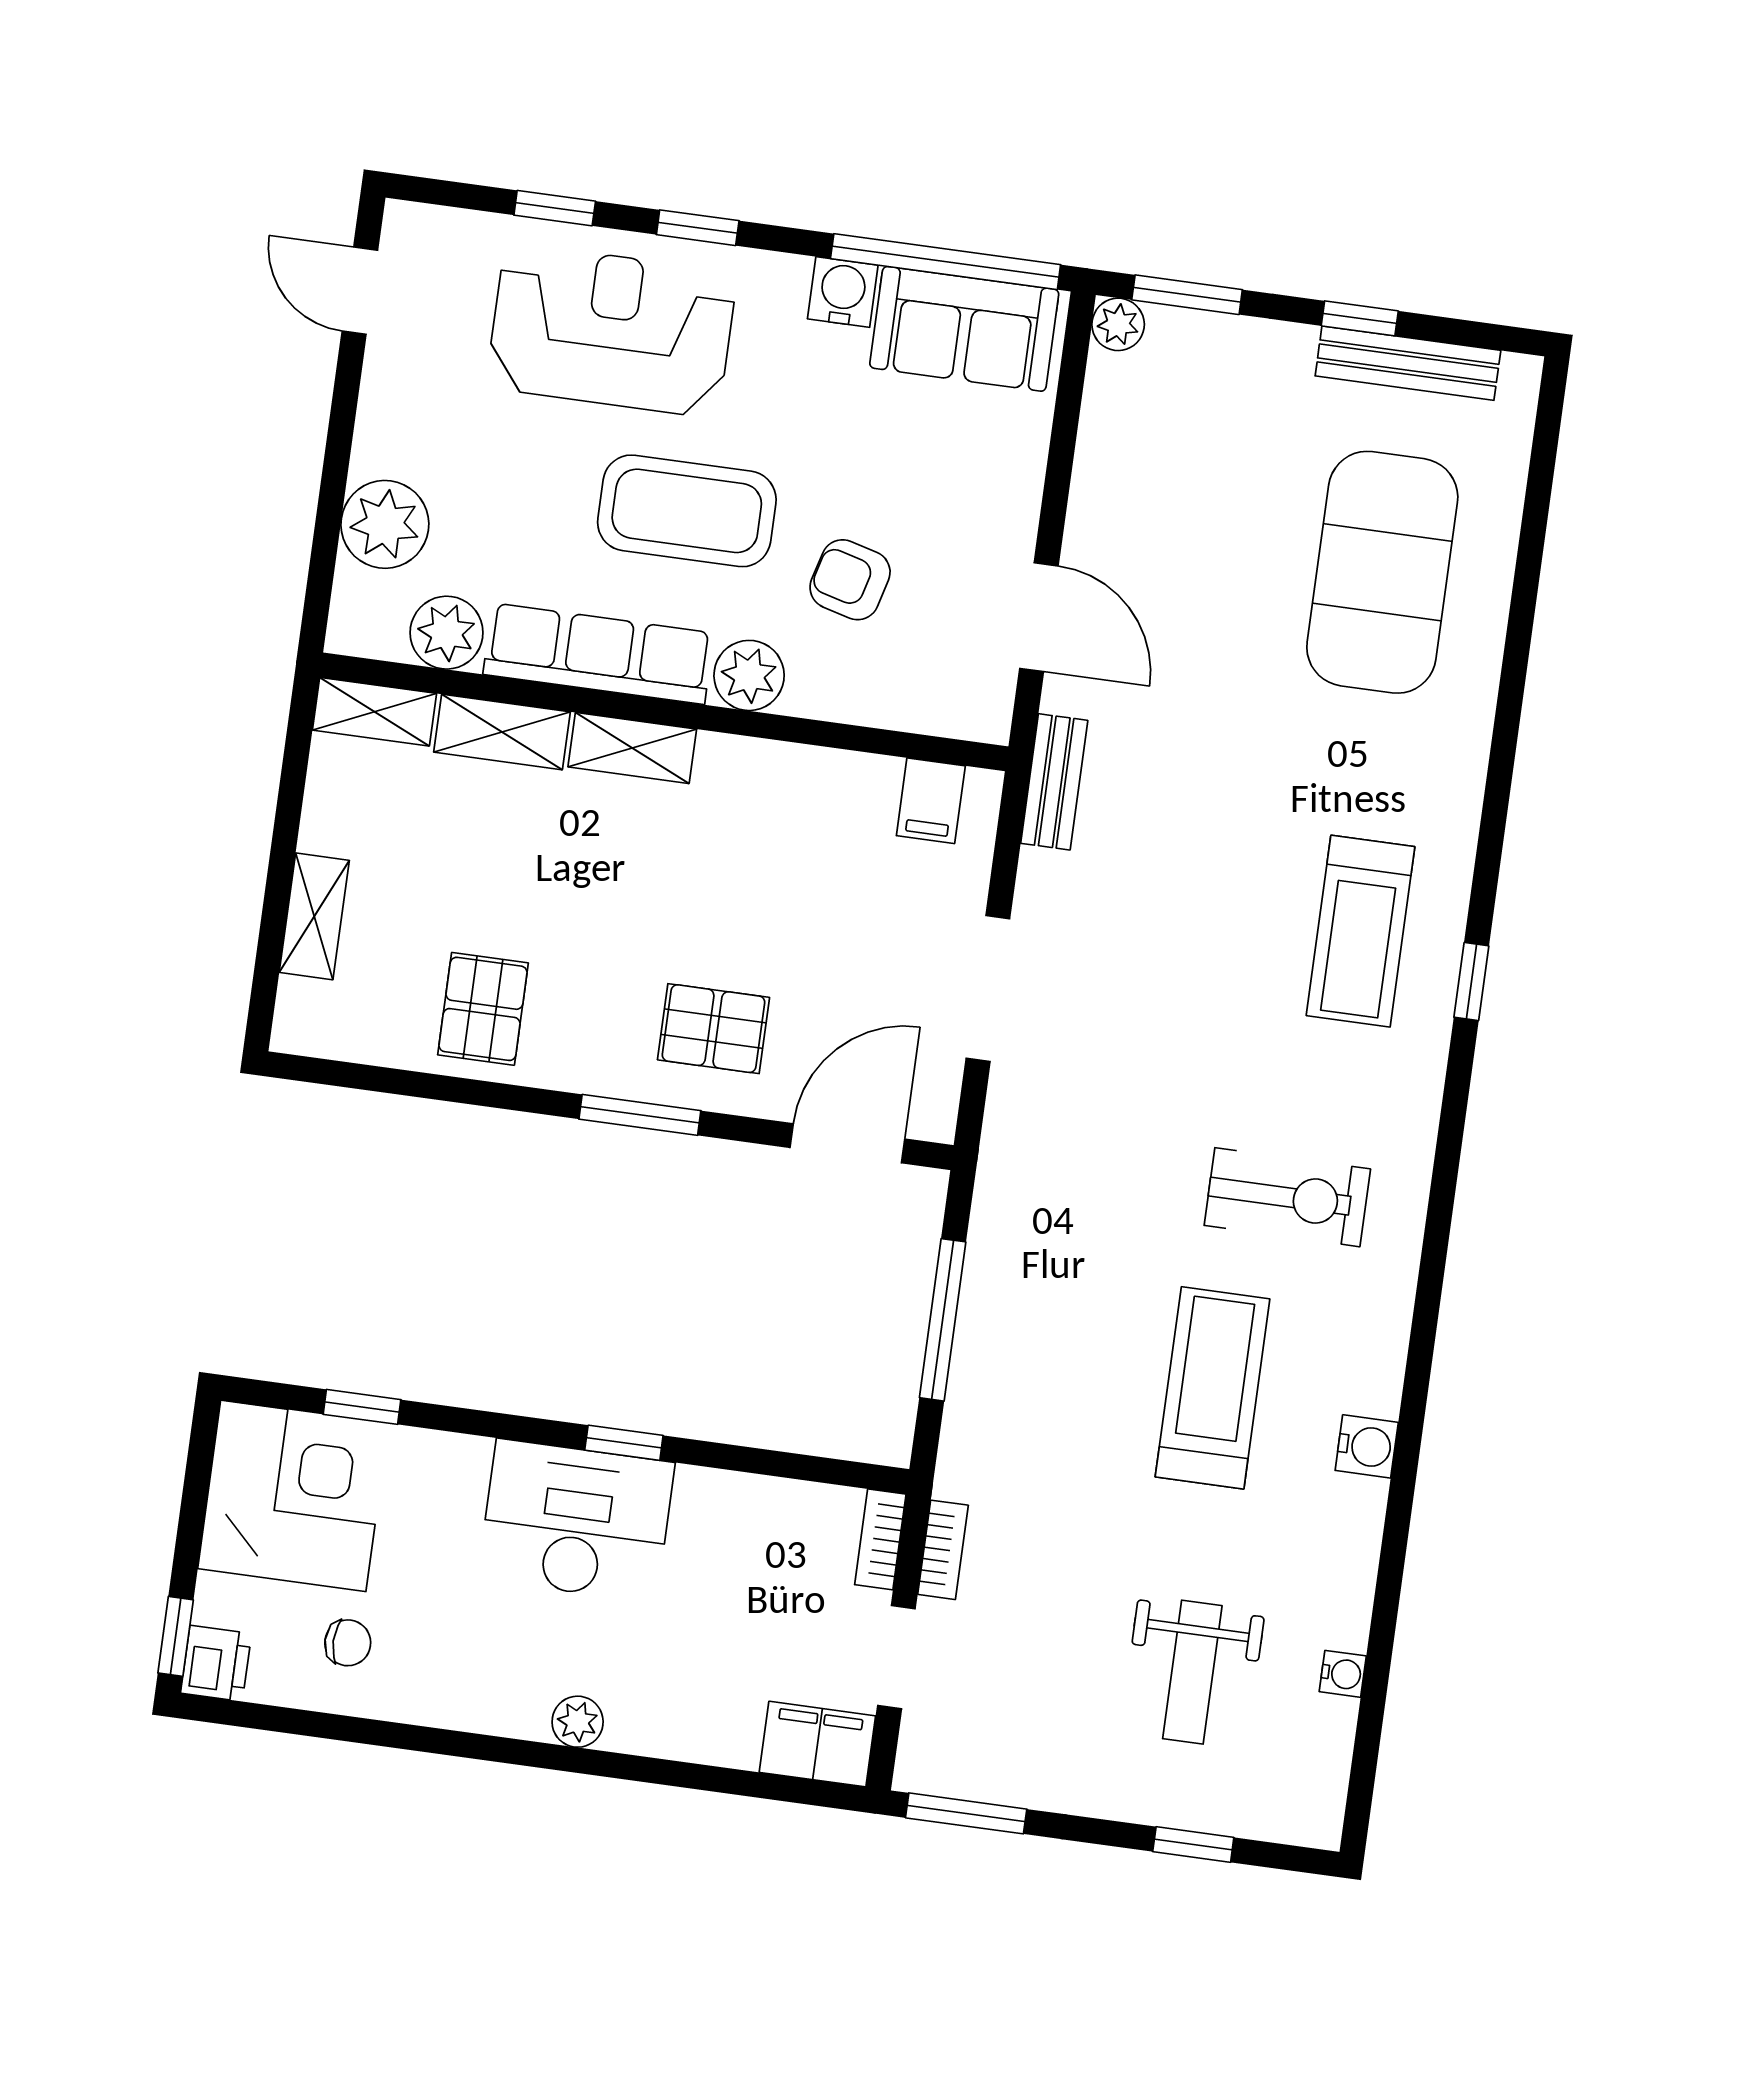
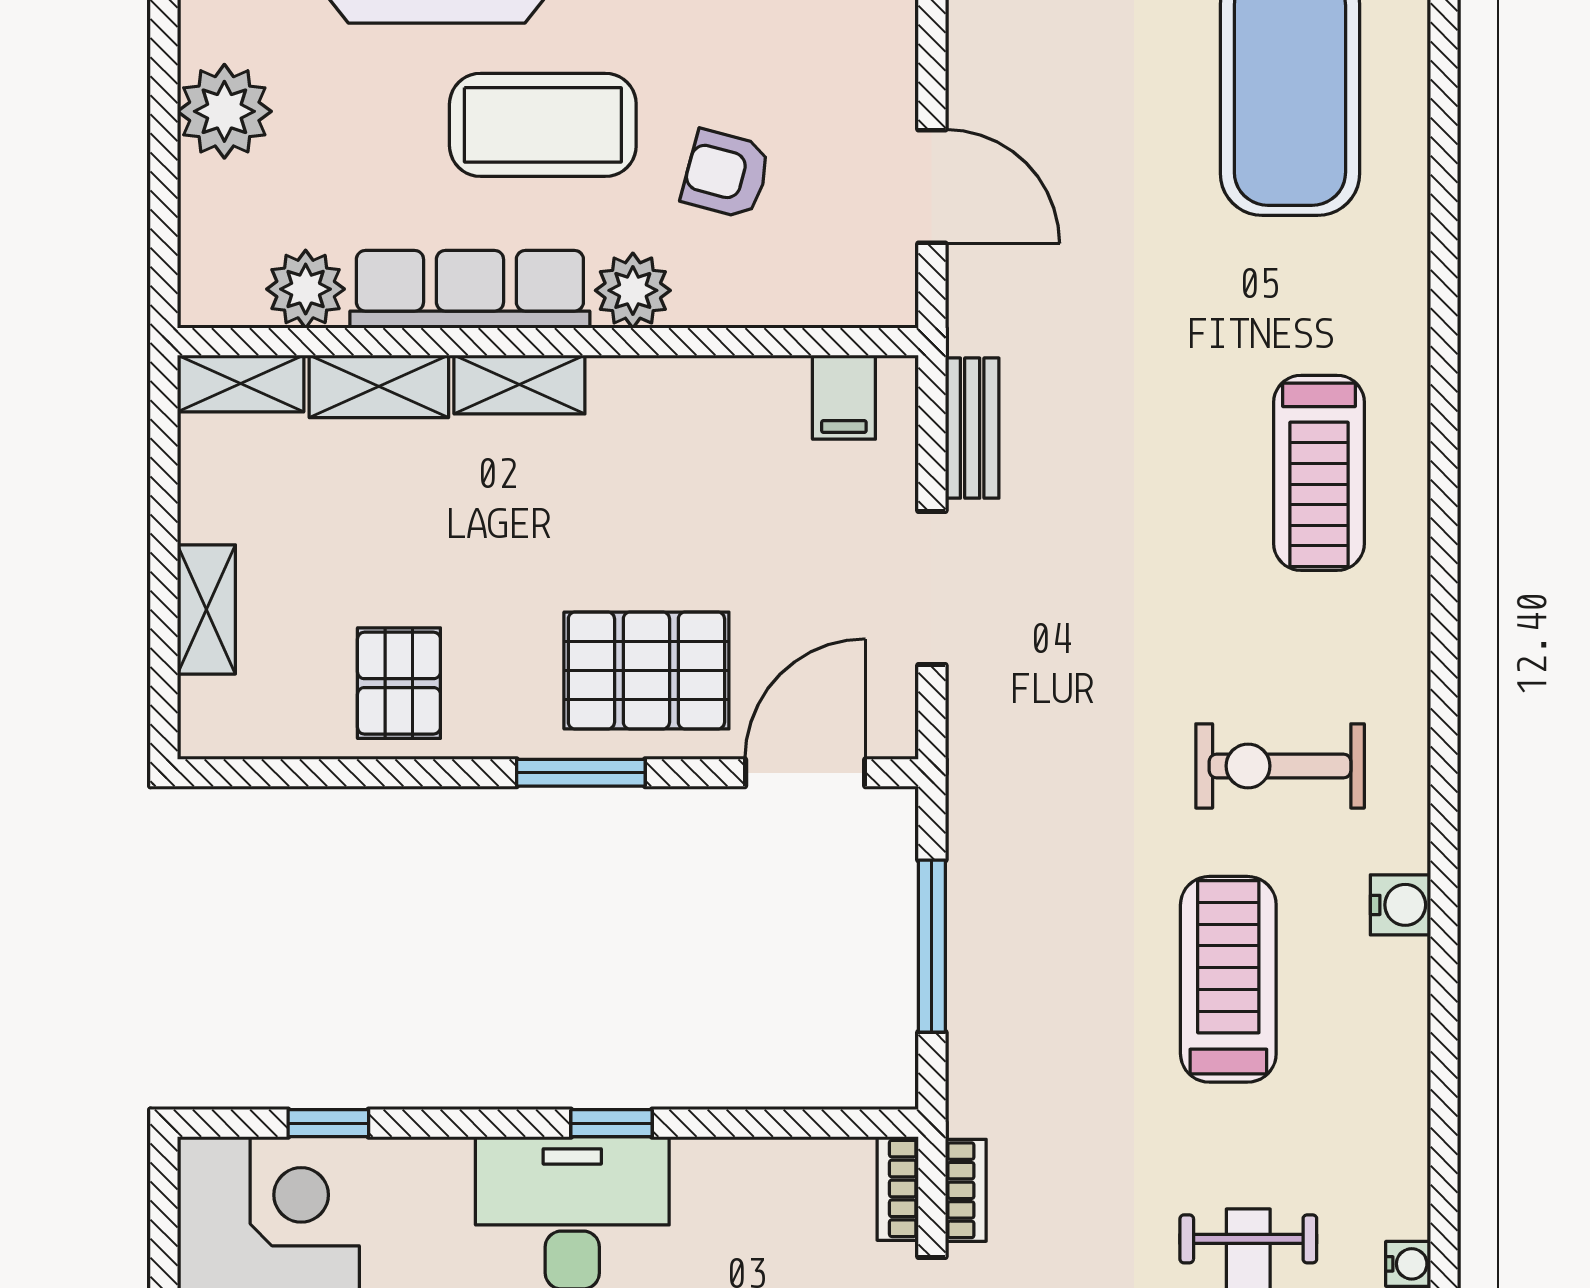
plant: (385, 524) -> (224, 111), moved
bench: (1054, 782) -> (972, 428), moved
window: (1471, 982) -> (1444, 510), removed
pallet: (714, 1029) -> (646, 671), width x1.50, depth x1.42
exercise bike: (1287, 1197) -> (1280, 766), turned 180
water cooler: (1367, 1446) -> (1400, 905), moved

